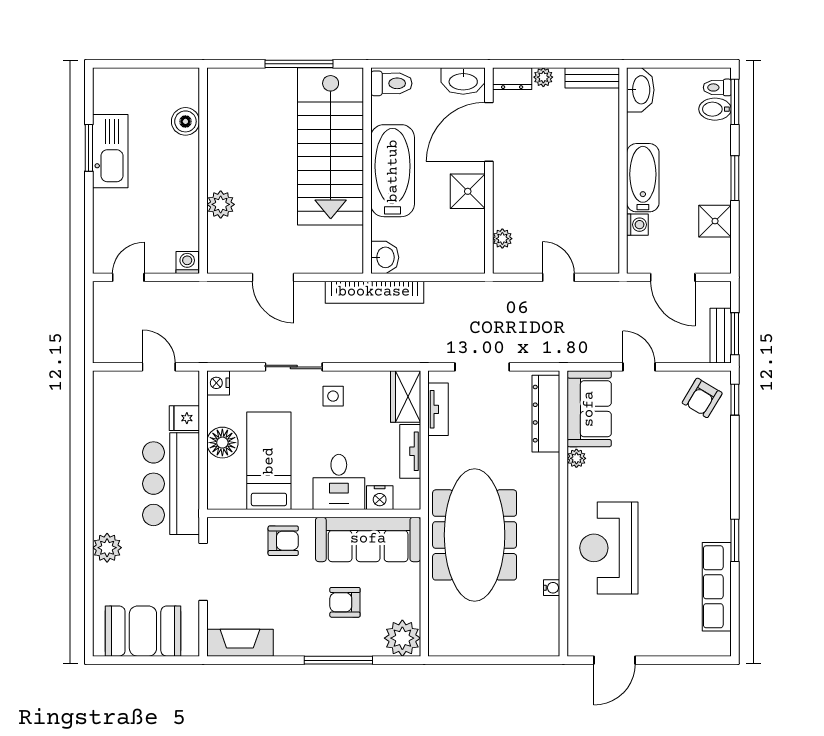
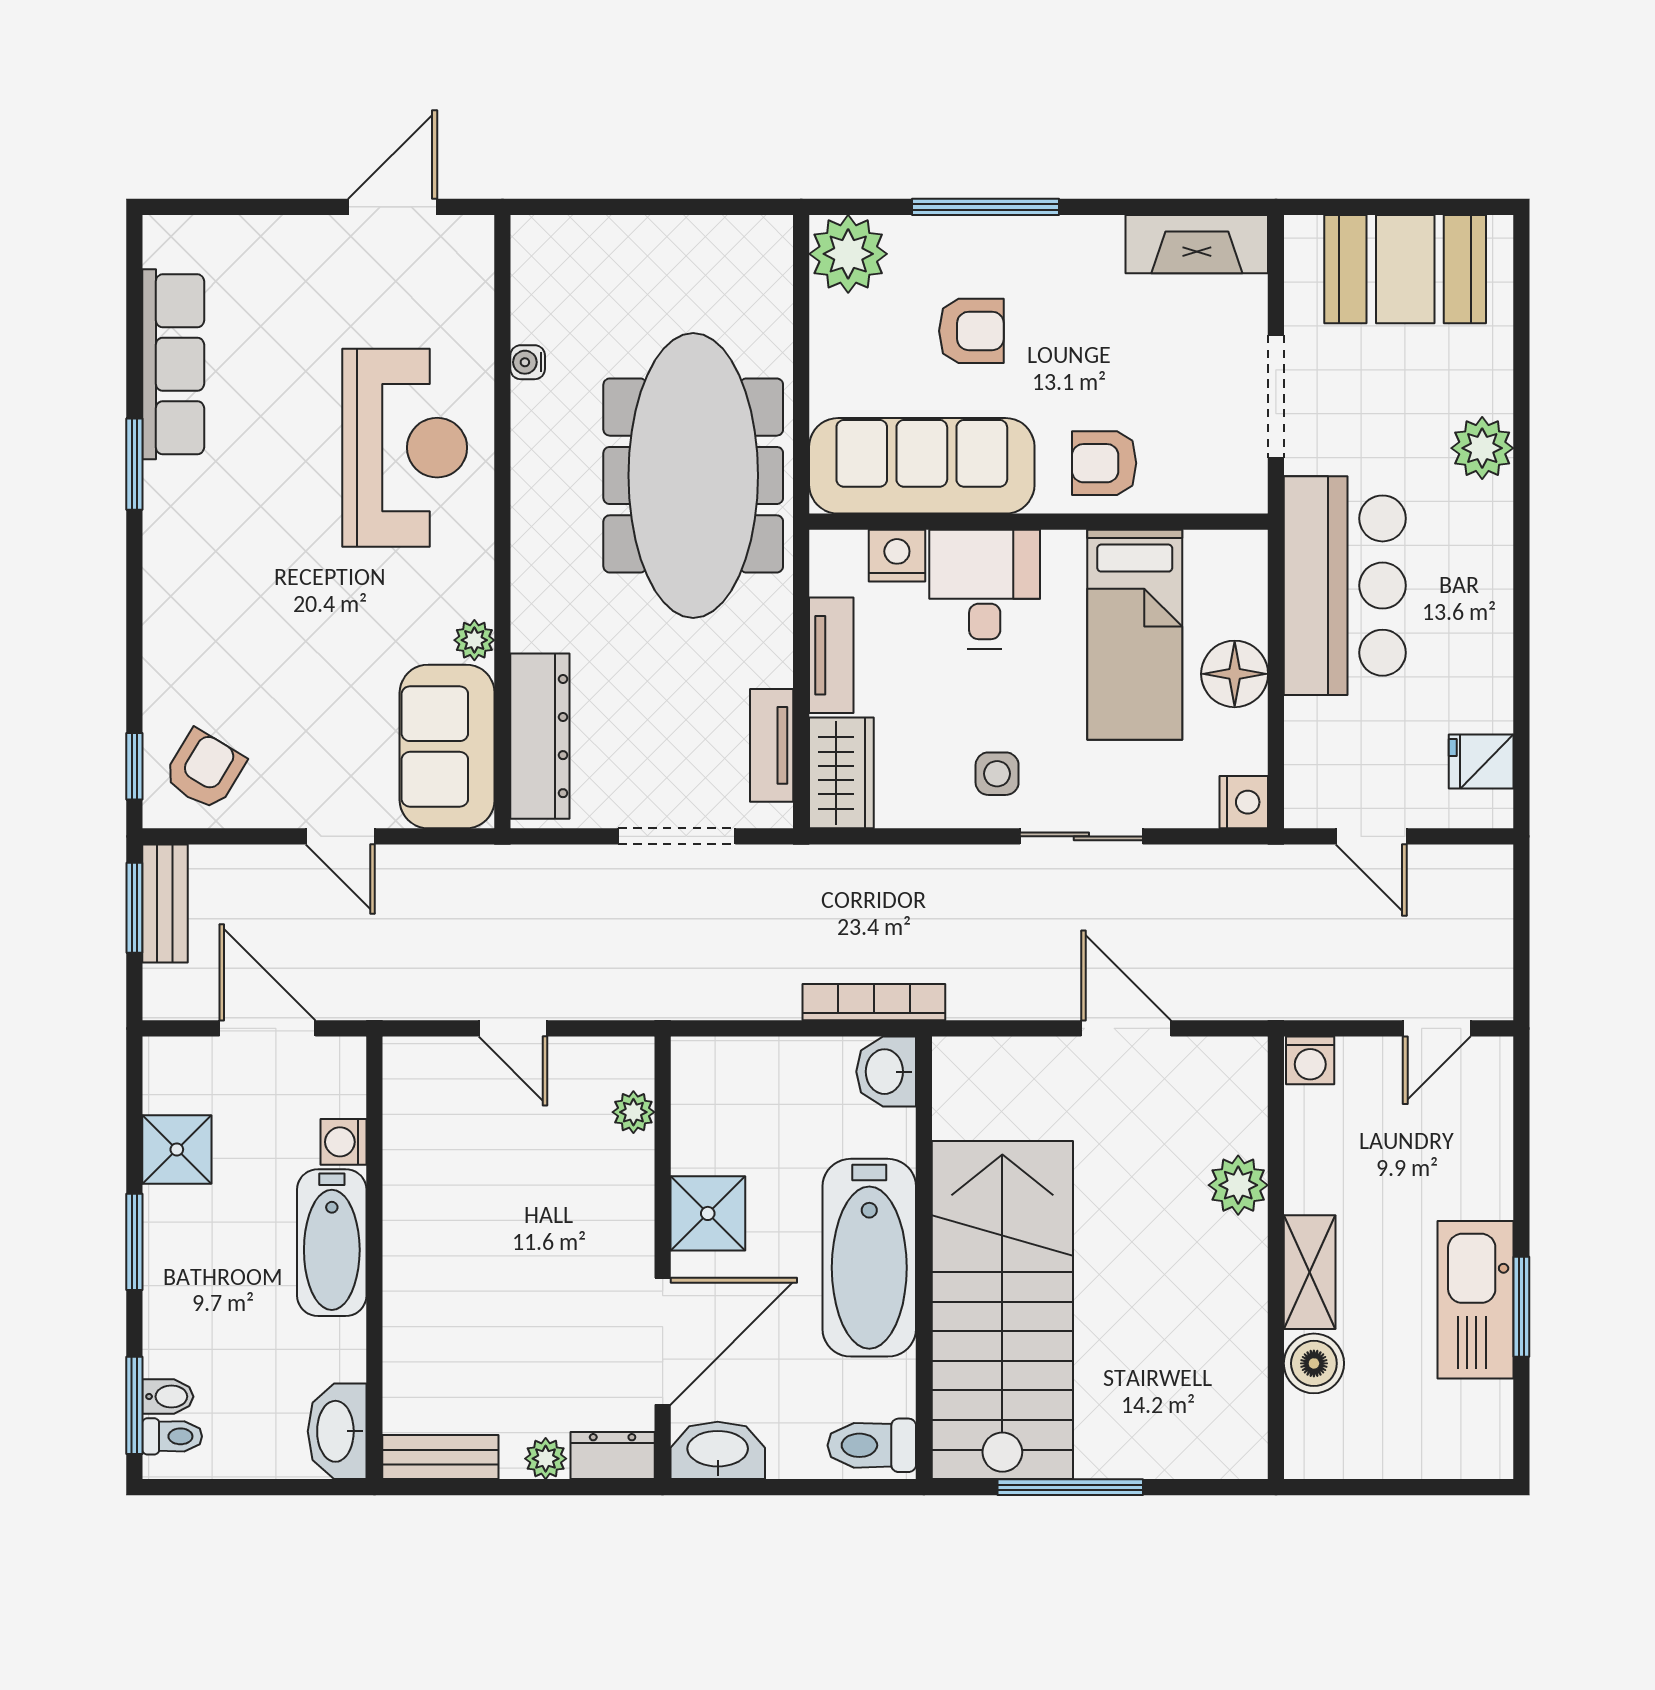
bidet: (715, 109) -> (168, 1397), width x0.72, depth x0.74
shelving: (187, 164) -> (1310, 1272), added
bookcase: (374, 292) -> (874, 1002), width x0.68, depth x0.76
fridge: (184, 418) -> (1481, 762), moved, turned 180

